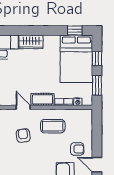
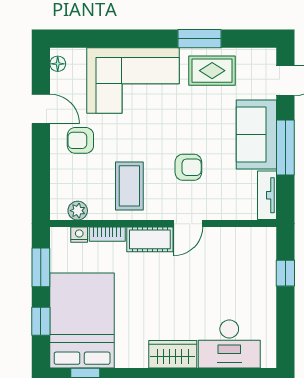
door: (23, 107) -> (188, 224), hinge flipped
plant: (79, 114) -> (78, 211), added
coffee table: (53, 126) -> (129, 186), turned 90
armchair: (23, 136) -> (188, 167), turned -82

